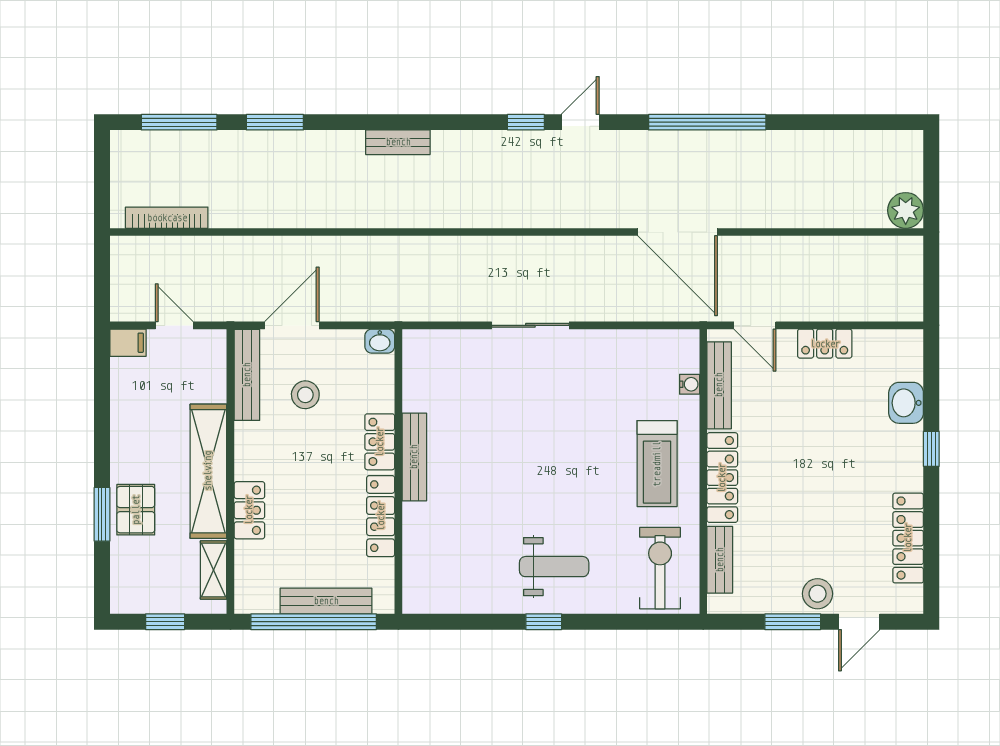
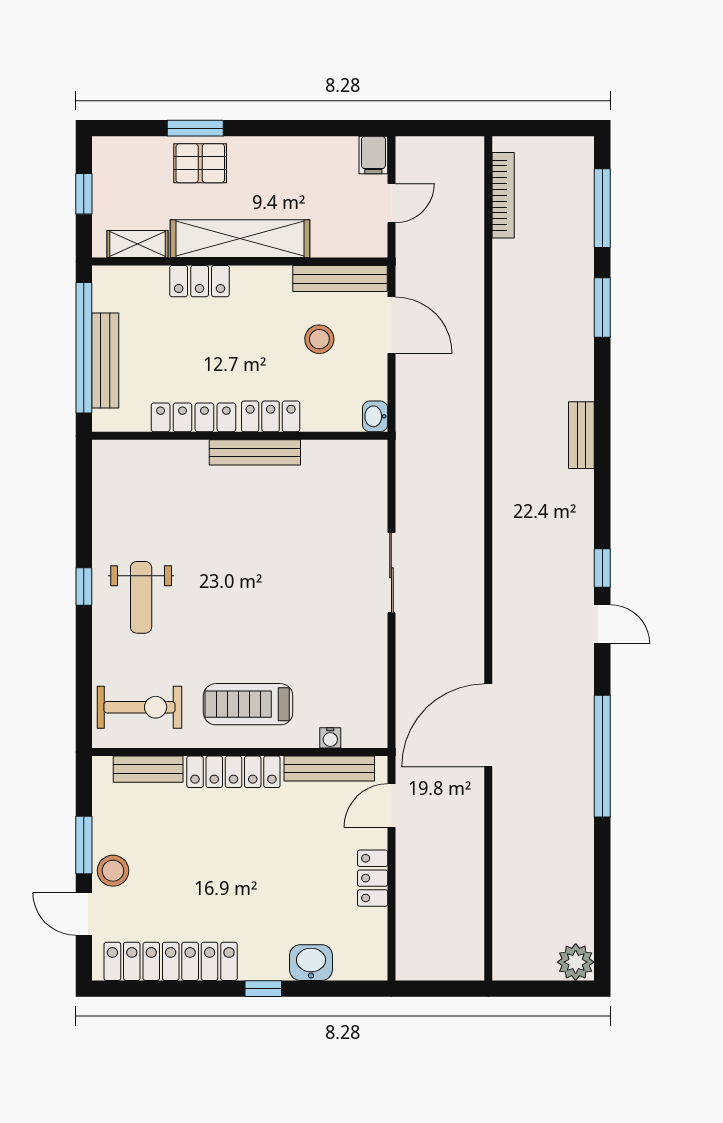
plant: (906, 210) -> (576, 962), moved
locker: (908, 538) -> (171, 961), width x1.41, depth x1.21

